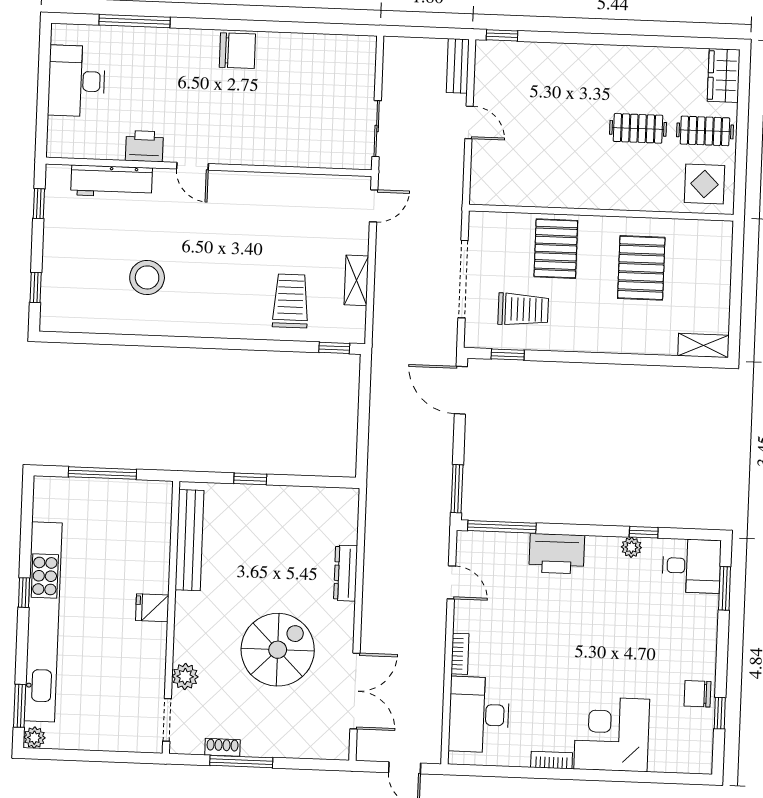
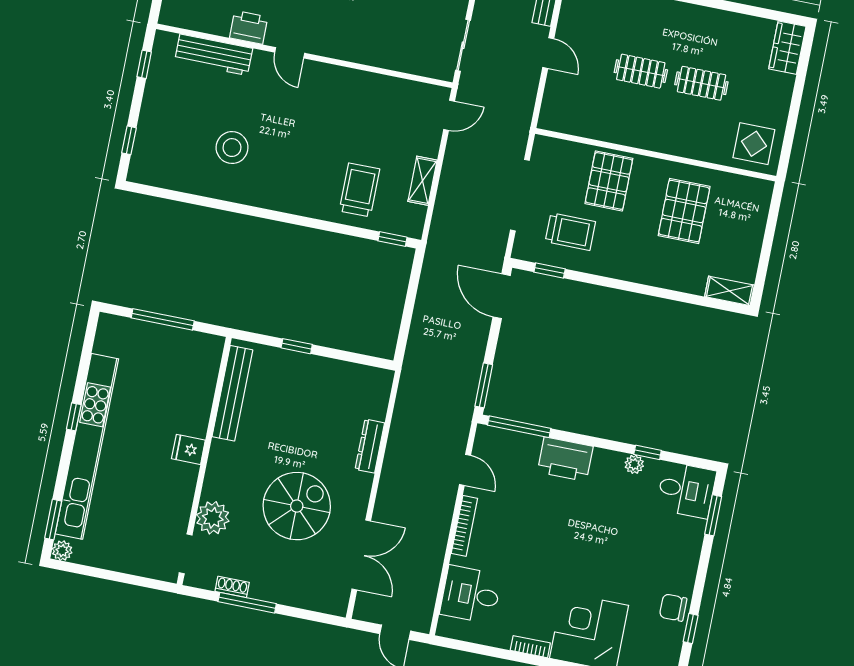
clothes rail: (705, 131) -> (641, 71), moved
bookcase: (460, 654) -> (464, 526), width x1.56
plant: (185, 676) -> (213, 518), width x1.36, depth x1.36
desk: (479, 715) -> (471, 595), width x0.73

